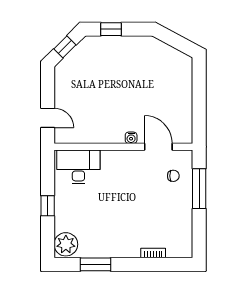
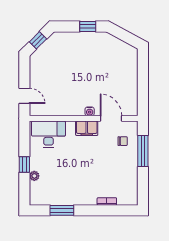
window: (111, 29) -> (88, 26), moved
filing cabinet: (127, 159) -> (87, 128), added
plant: (66, 244) -> (34, 176), moved, width x0.53, depth x0.53

